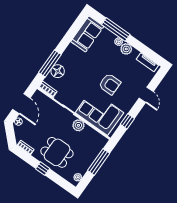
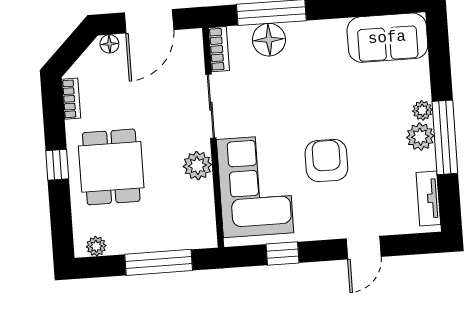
window: (116, 30) -> (445, 137), moved
armchair: (110, 84) -> (326, 161), turned 180

